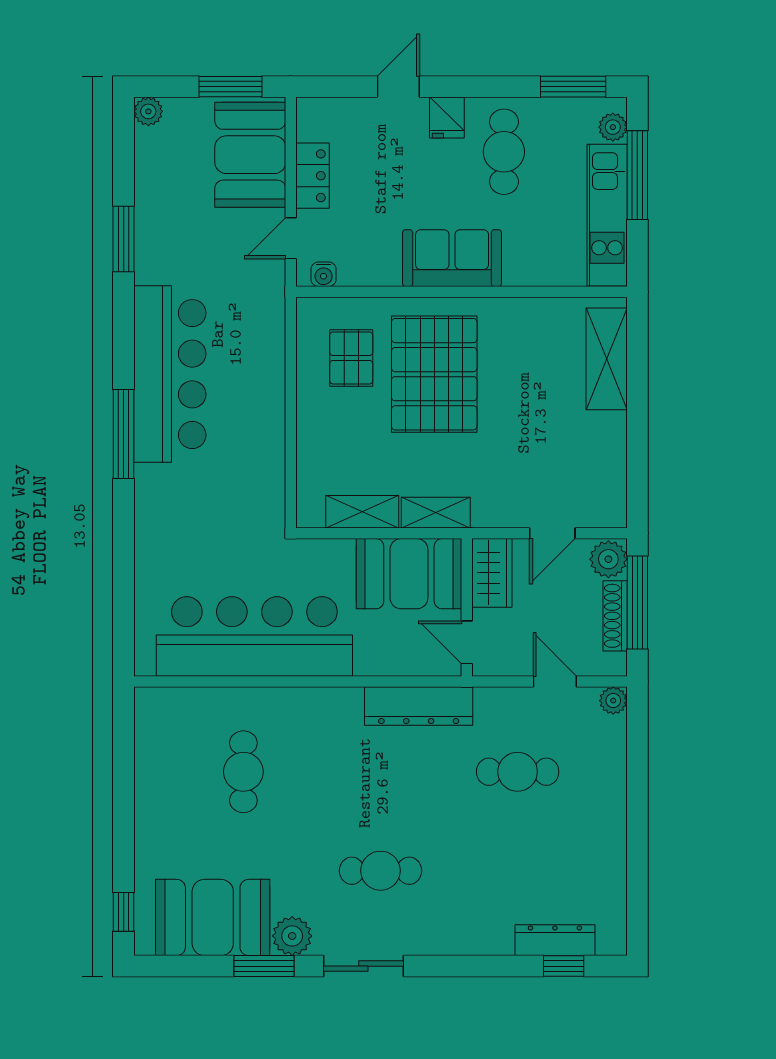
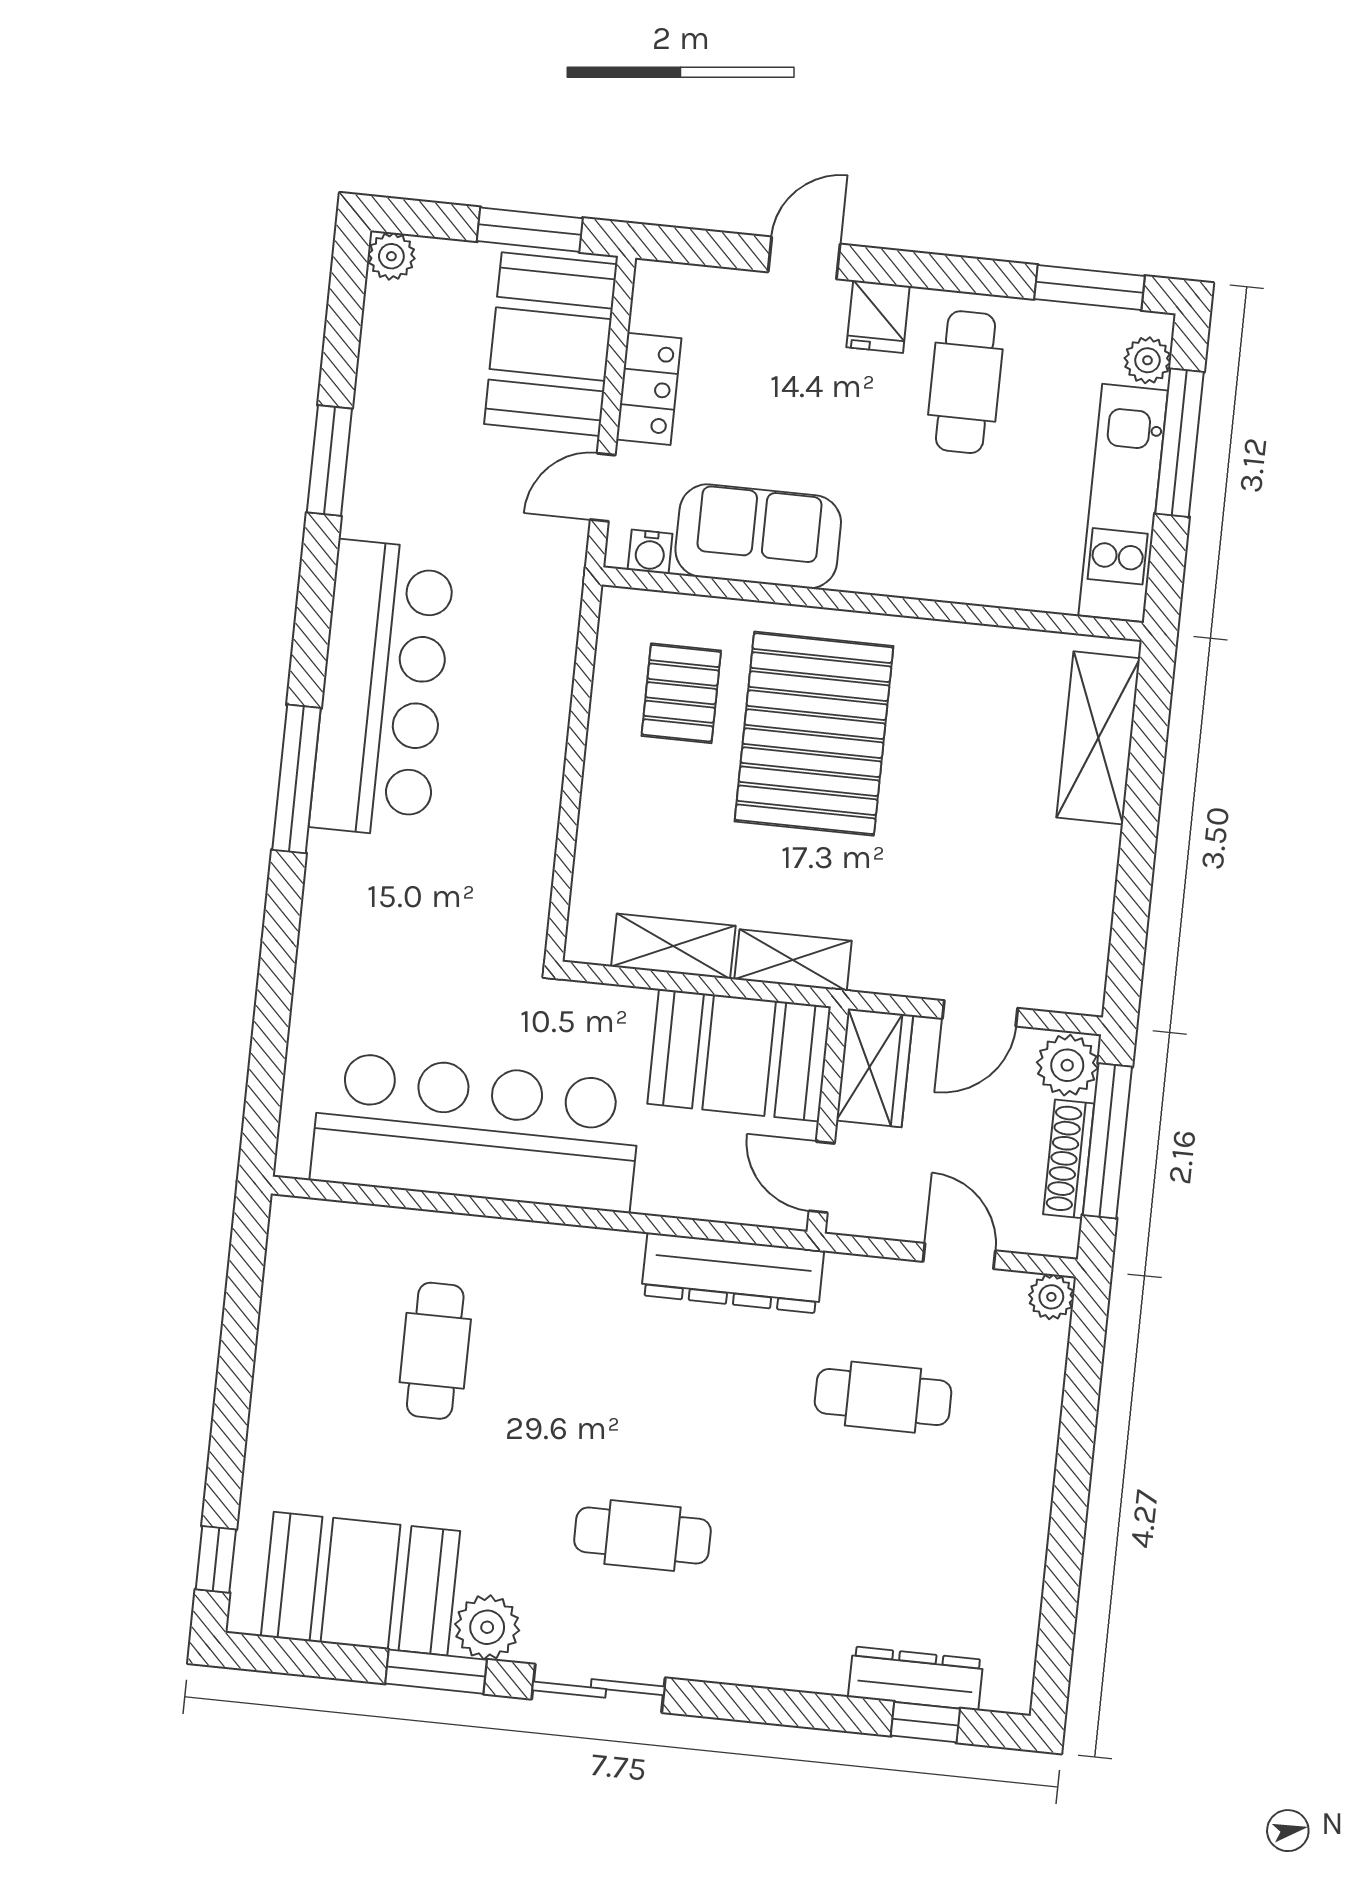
sofa: (452, 258) -> (758, 536), moved

